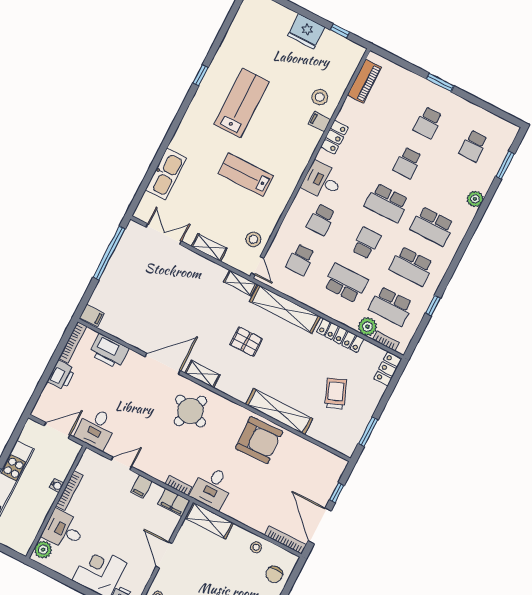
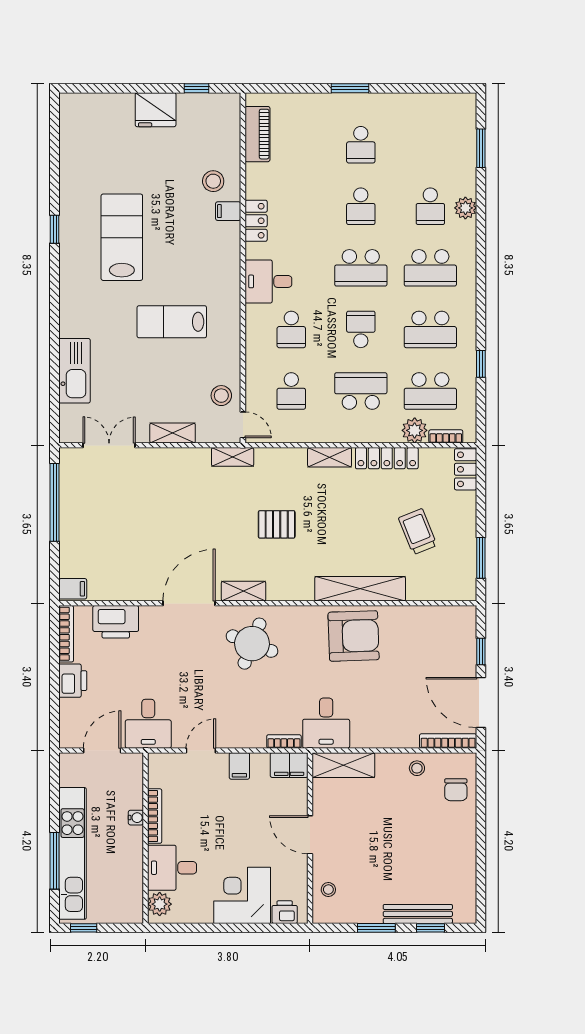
school desk: (473, 146) -> (430, 206), moved
shelving: (285, 309) -> (330, 457), width x0.45, depth x0.75

